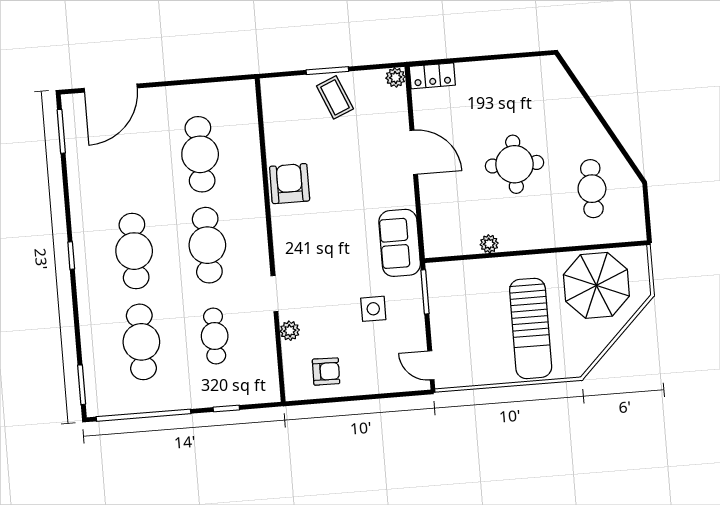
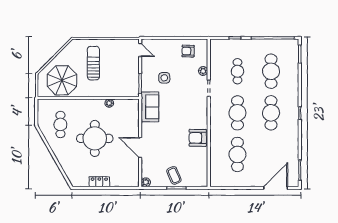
locker: (432, 76) -> (99, 182), moved
round table: (515, 164) -> (95, 138), width x1.36, depth x1.36
armchair: (290, 184) -> (198, 138), turned 90
sun lounger: (531, 328) -> (93, 63), width x0.73, depth x0.75

